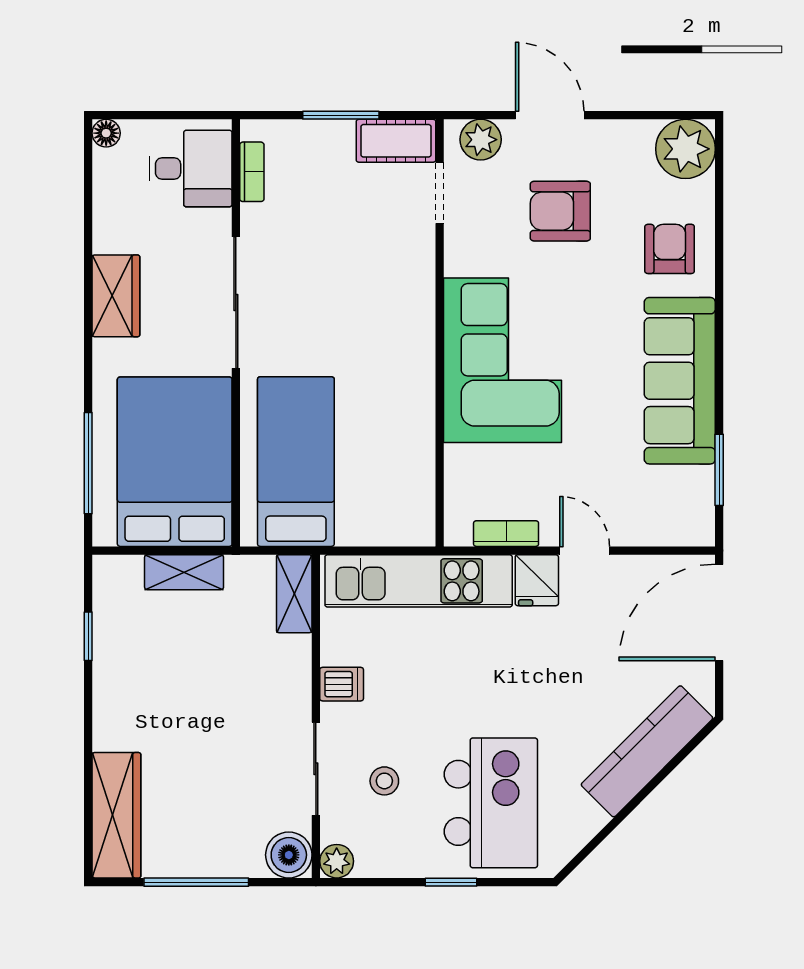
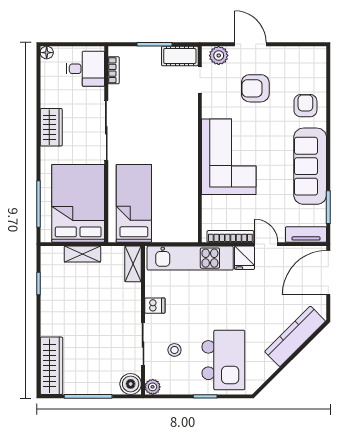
plant: (685, 149) -> (313, 60), removed
tv unit: (671, 530) -> (306, 235), added
bookcase: (506, 534) -> (230, 236), width x1.56

